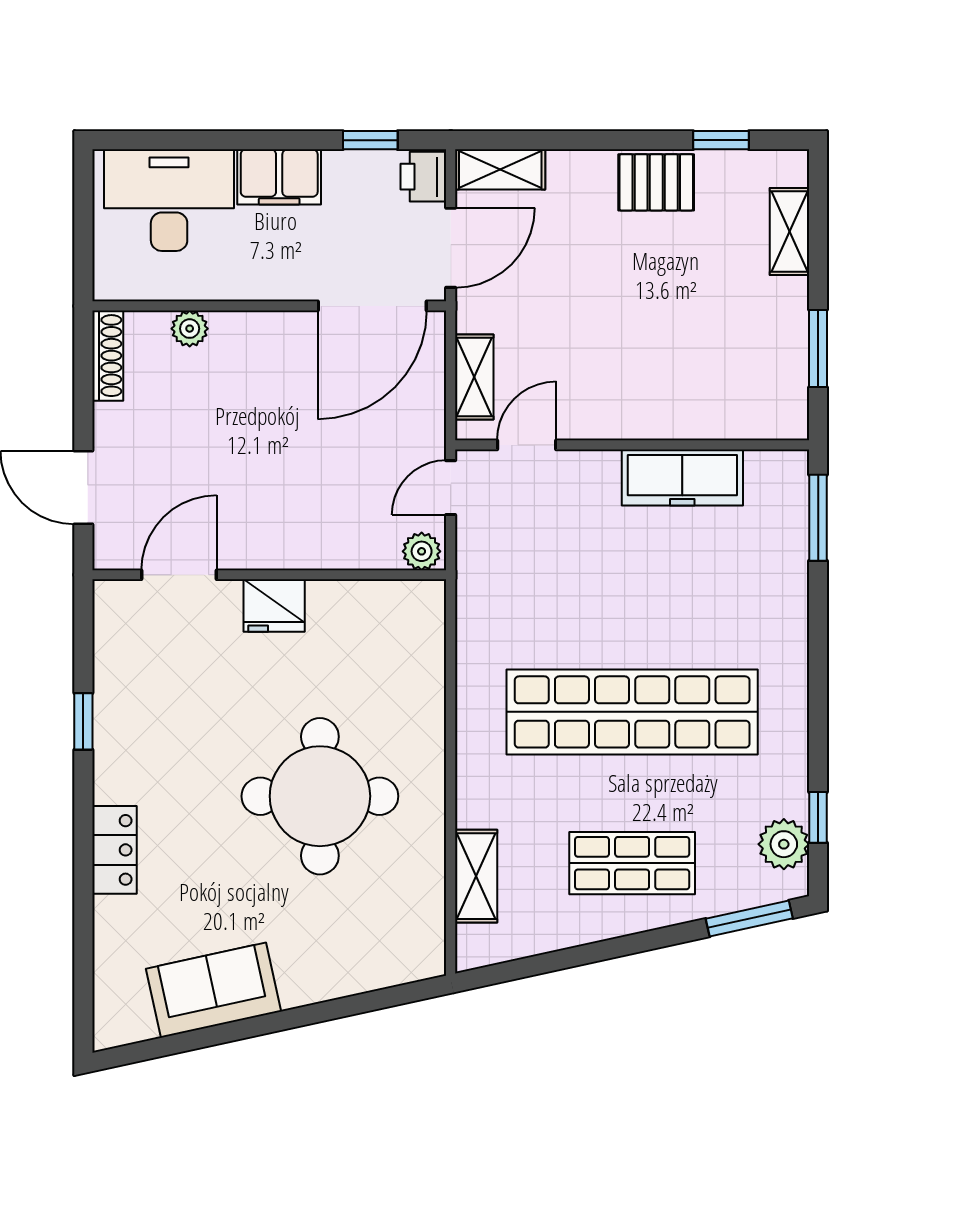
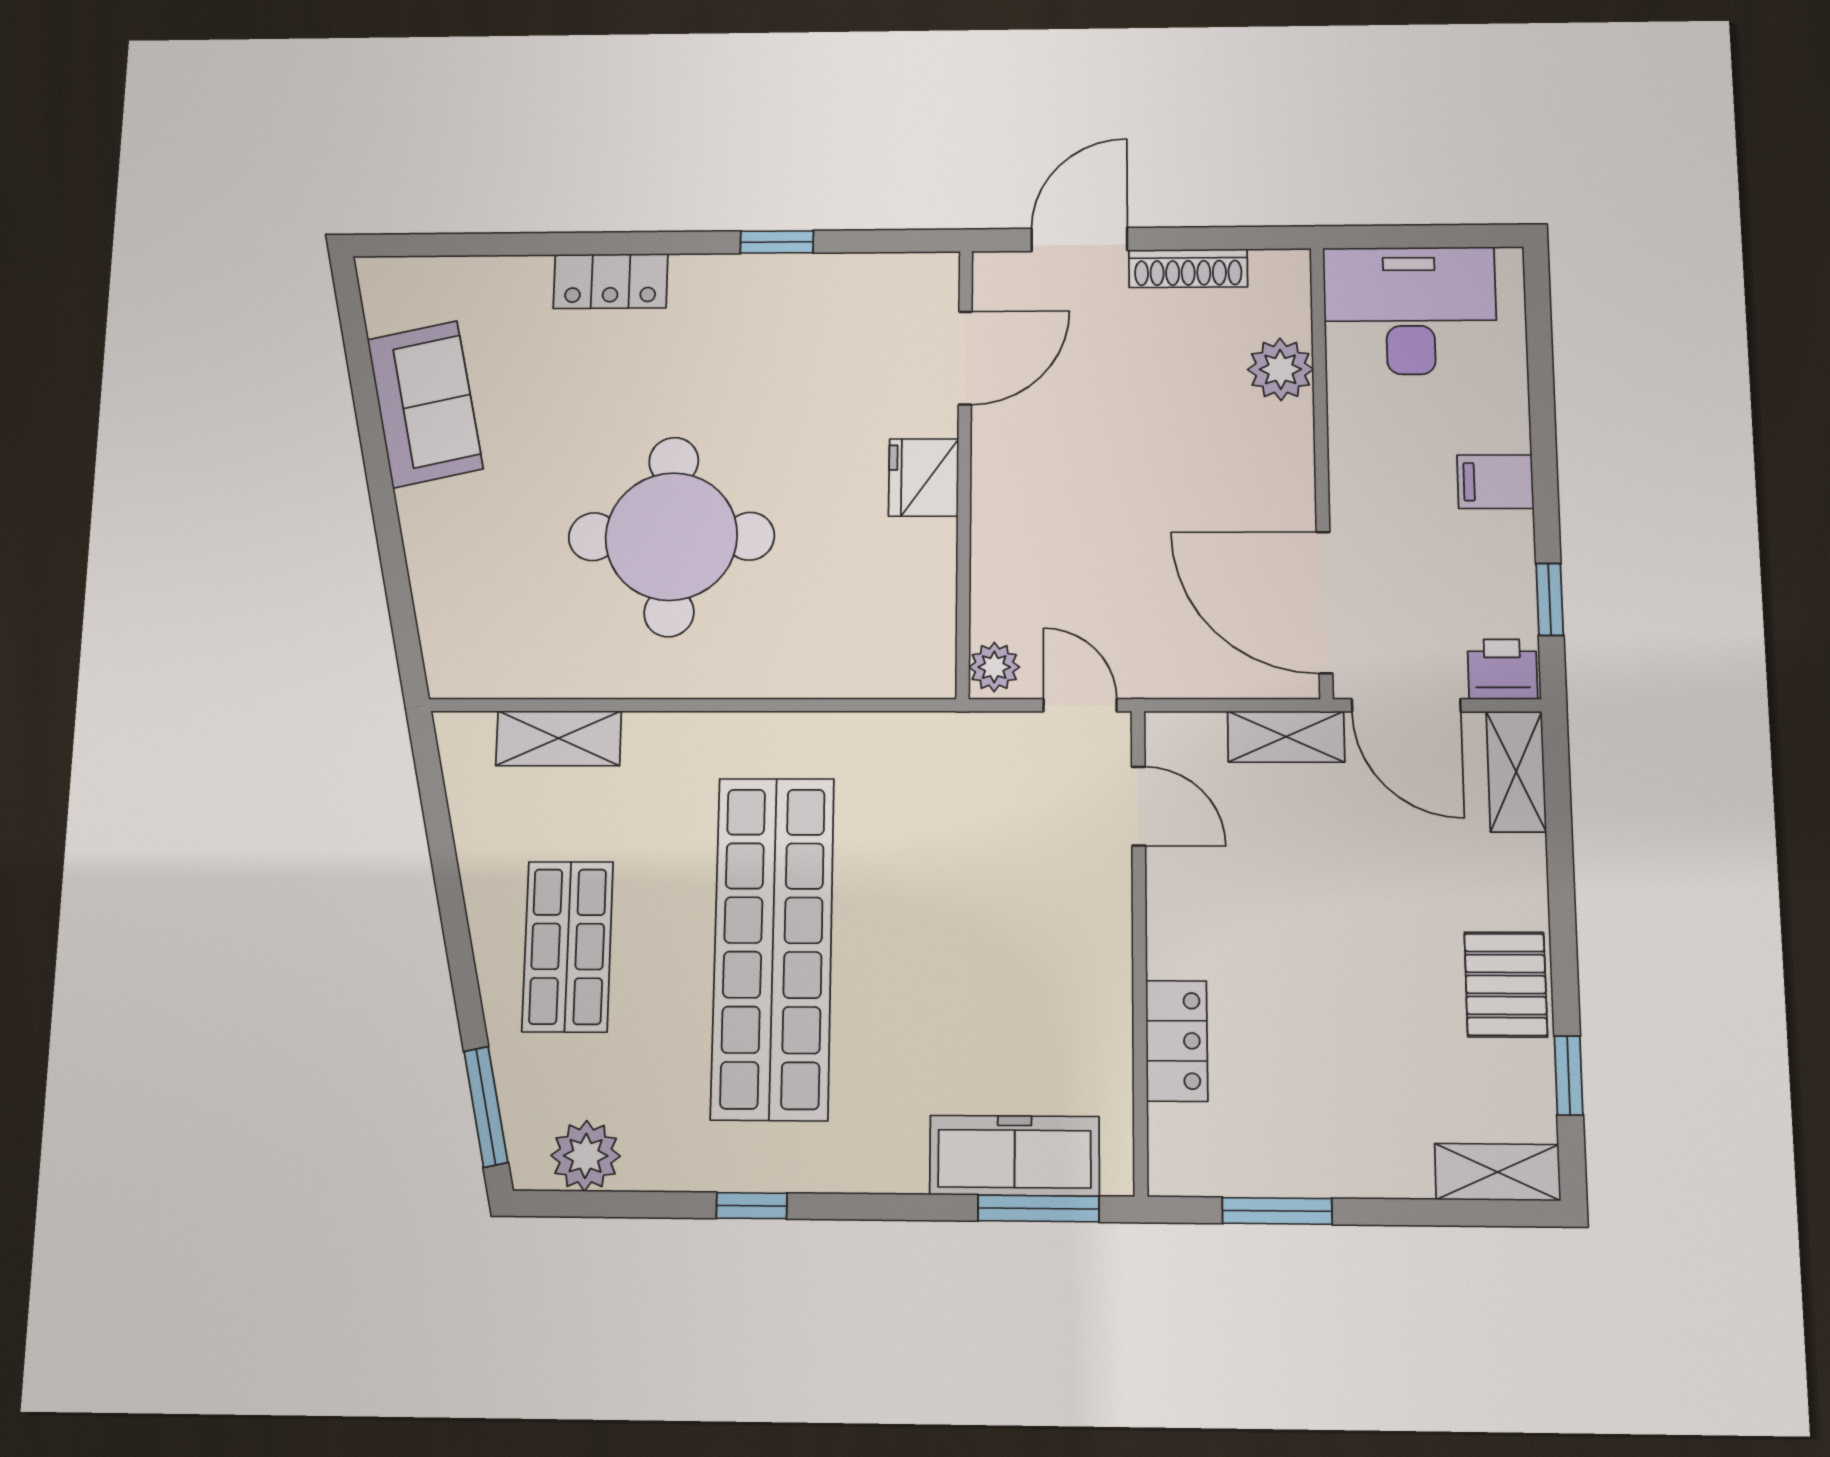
filing cabinet: (279, 177) -> (1495, 482), width x0.50
desk: (169, 200) -> (1410, 311), moved, turned -90
shelving: (789, 232) -> (1497, 1172), moved
plant: (190, 329) -> (1280, 369), width x1.38, depth x1.38
shoe rack: (108, 356) -> (1188, 268), moved
shelving: (474, 377) -> (1286, 737), moved
locker: (698, 418) -> (1177, 1041), added
freezer: (682, 477) -> (1014, 1156), moved, turned 90
door: (179, 575) -> (965, 358), hinge flipped
window: (818, 817) -> (752, 1206), moved

